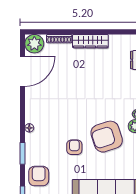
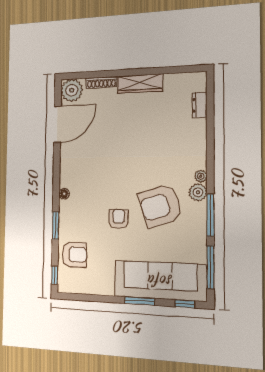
armchair: (39, 176) -> (74, 255), turned 90

